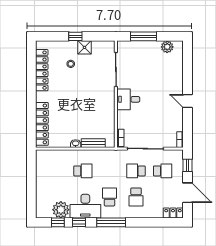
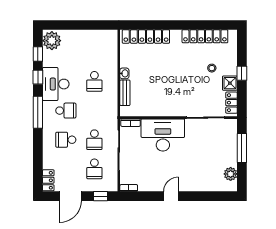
locker: (102, 46) -> (232, 103), added
desk: (128, 99) -> (163, 135), width x1.87, depth x1.30
school desk: (136, 171) -> (94, 140), turned 180
plant: (61, 210) -> (52, 41), moved

